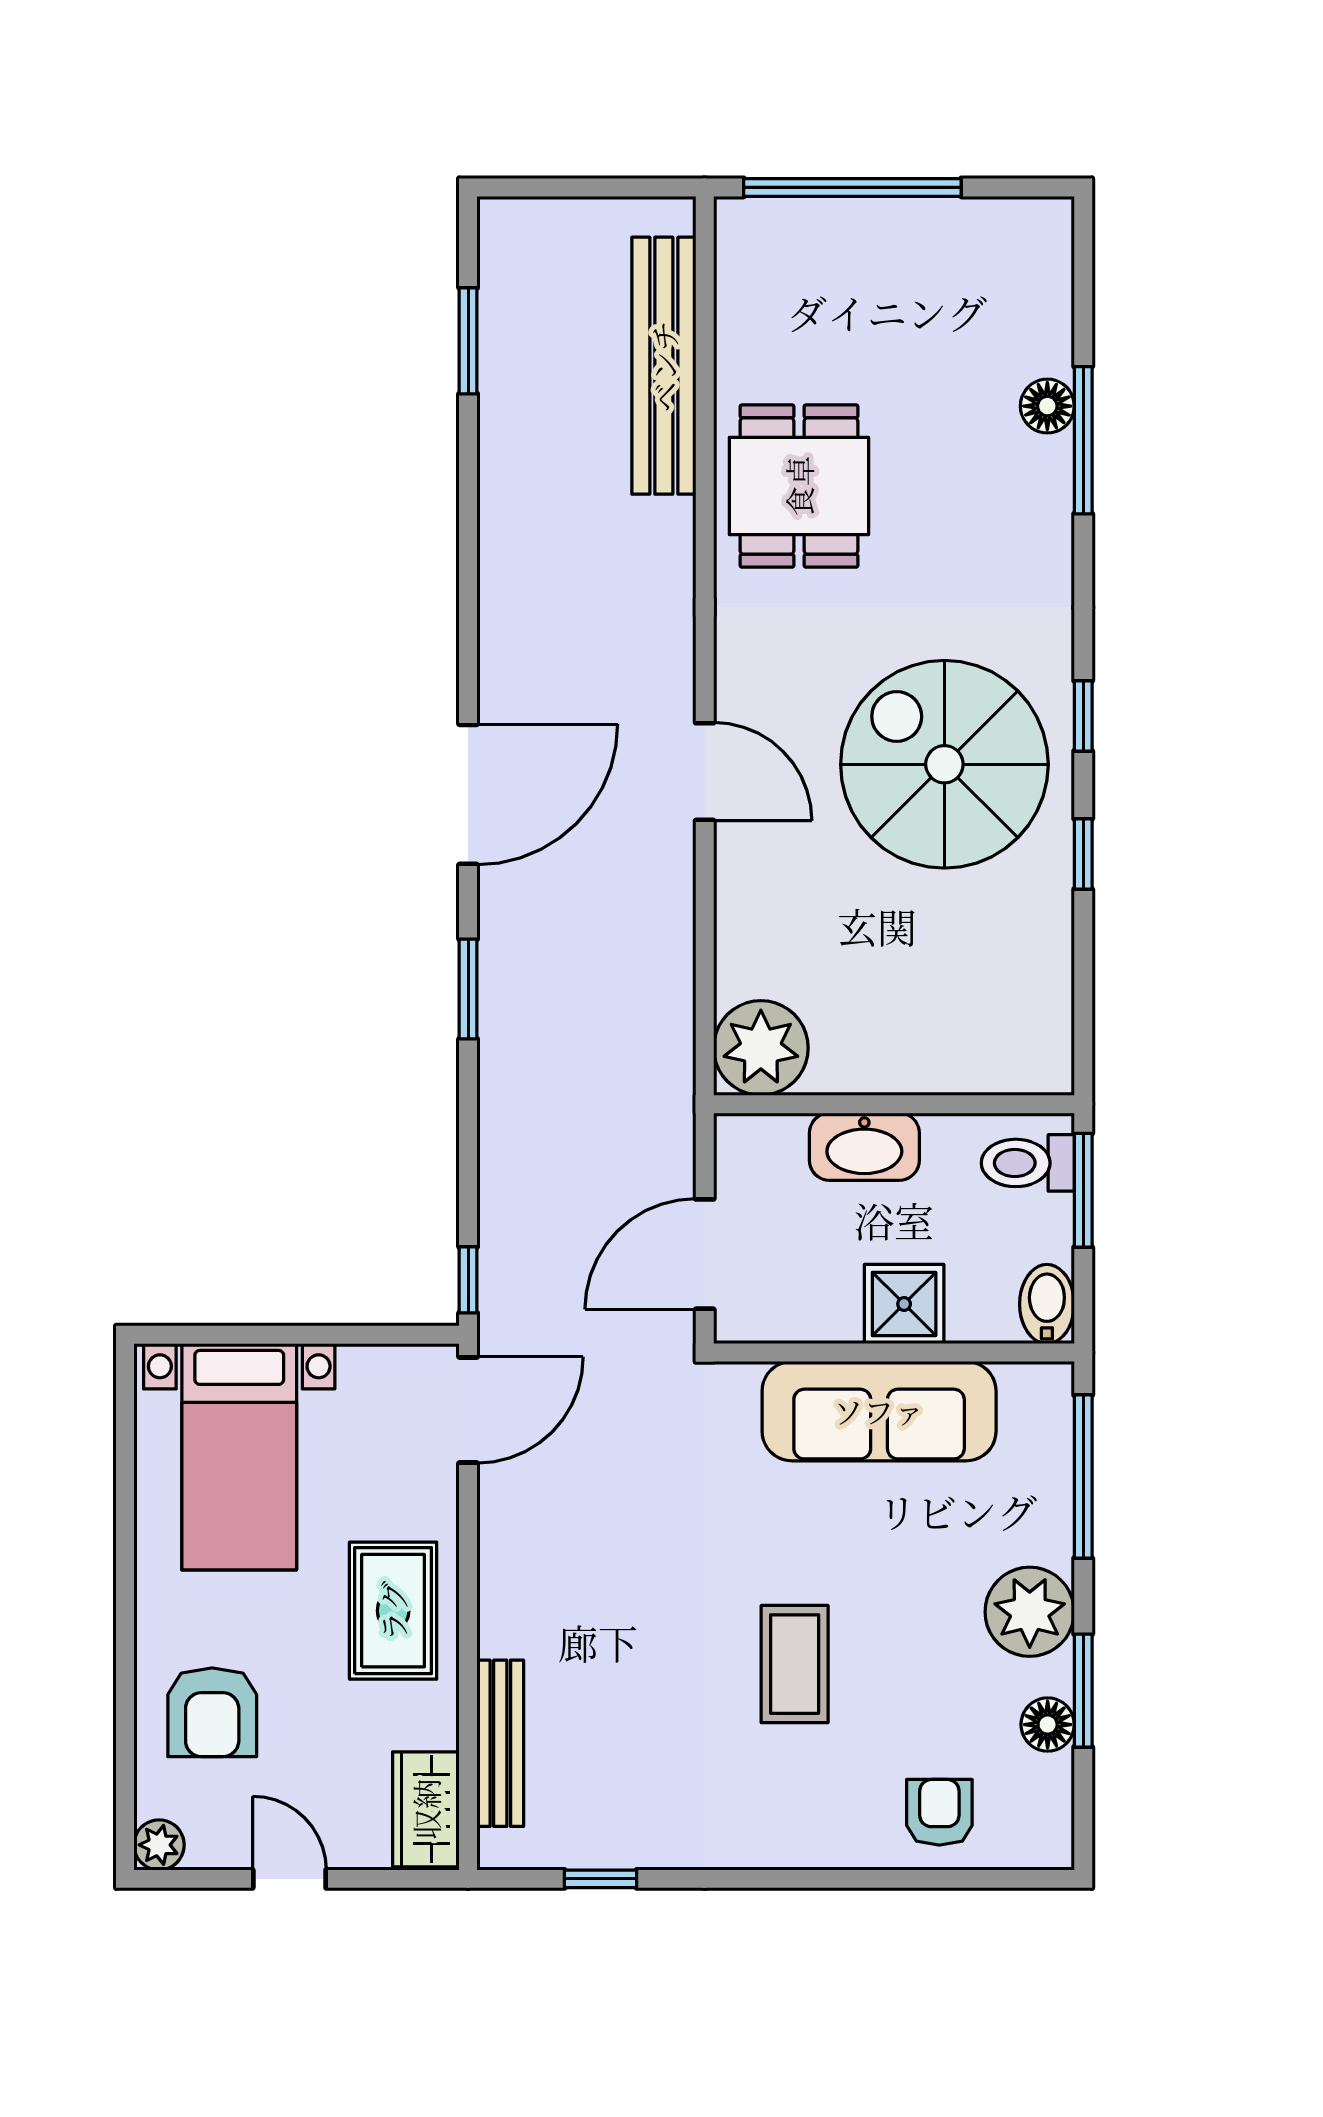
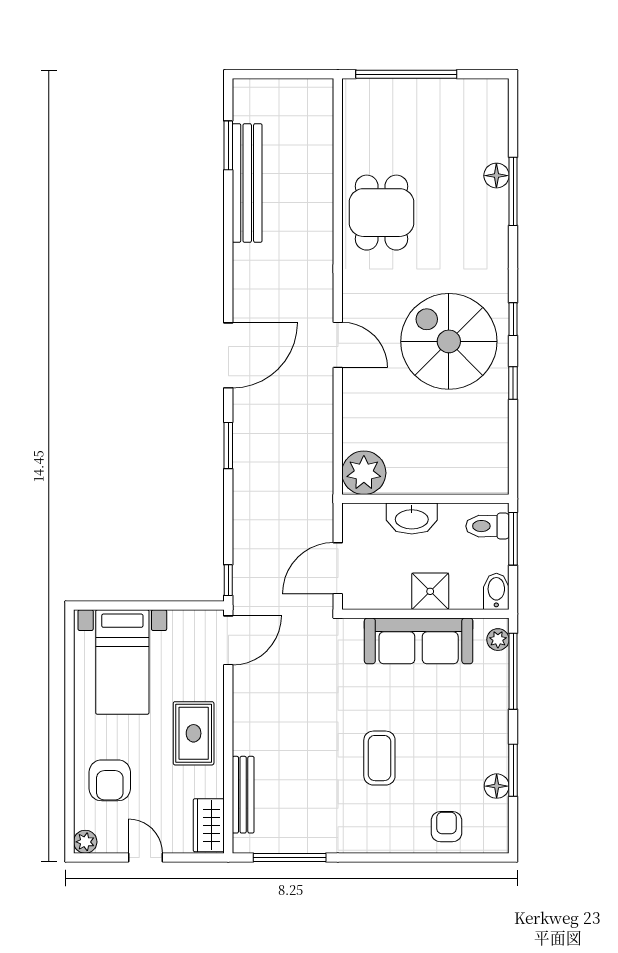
bench: (664, 366) -> (247, 183), moved
plant: (1030, 1612) -> (498, 640), moved, width x0.53, depth x0.53
window: (601, 1879) -> (290, 857), width x2.17

